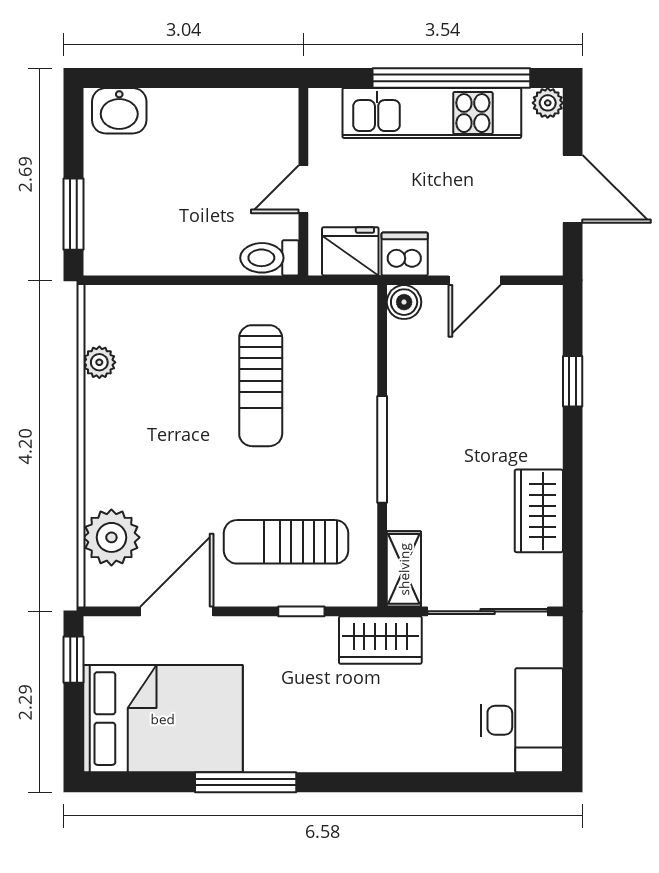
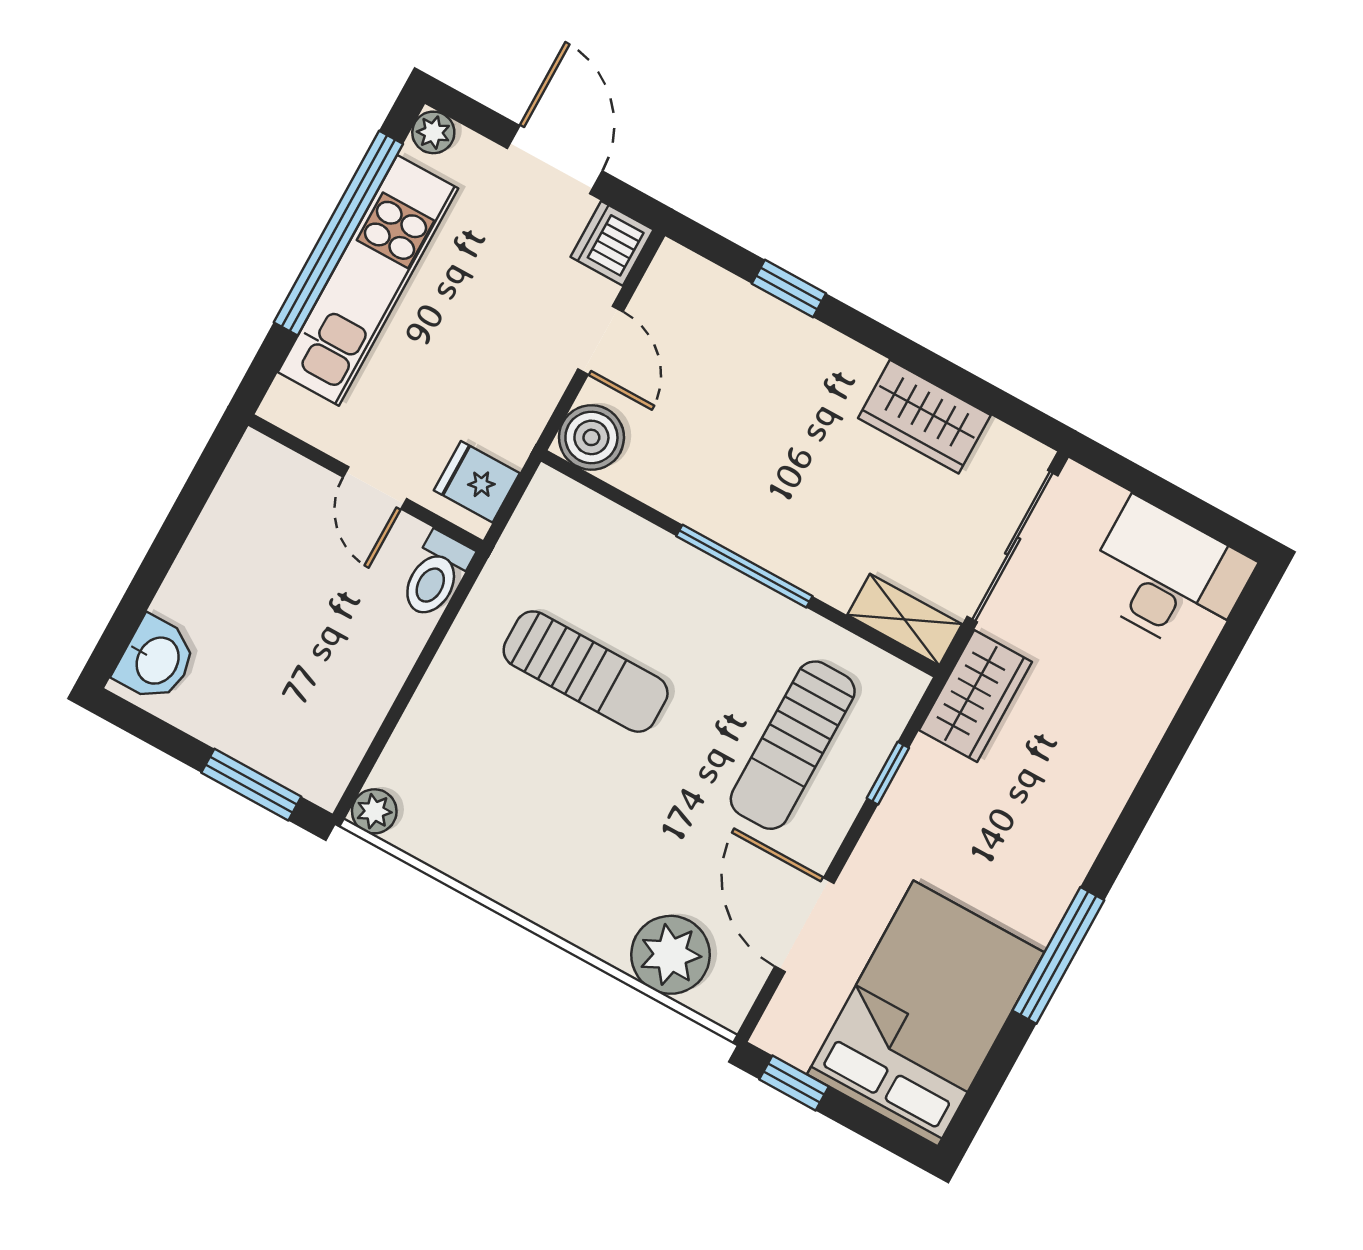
door: (573, 189) -> (555, 160), hinge flipped
fridge: (350, 251) -> (477, 482), width x0.72
dishwasher: (405, 254) -> (612, 243), moved
boiler: (404, 302) -> (591, 437), width x1.36, depth x1.36
plant: (99, 362) -> (374, 811), moved

